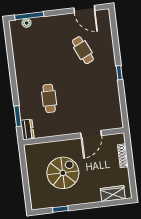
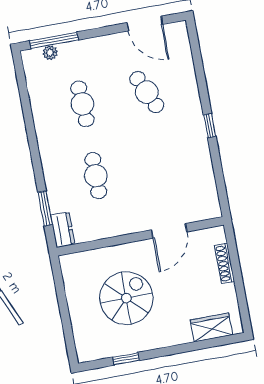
cafe table: (44, 55) -> (82, 104), added

